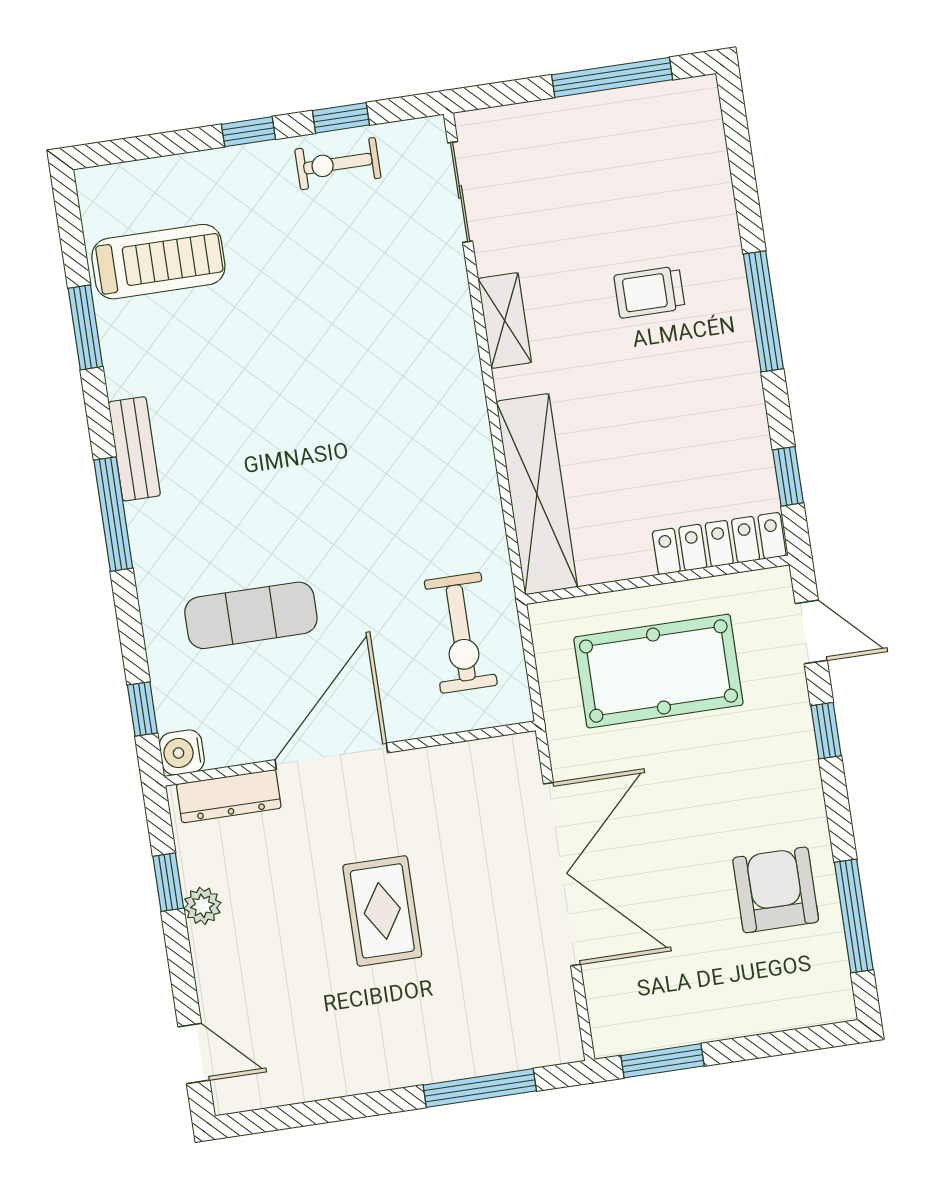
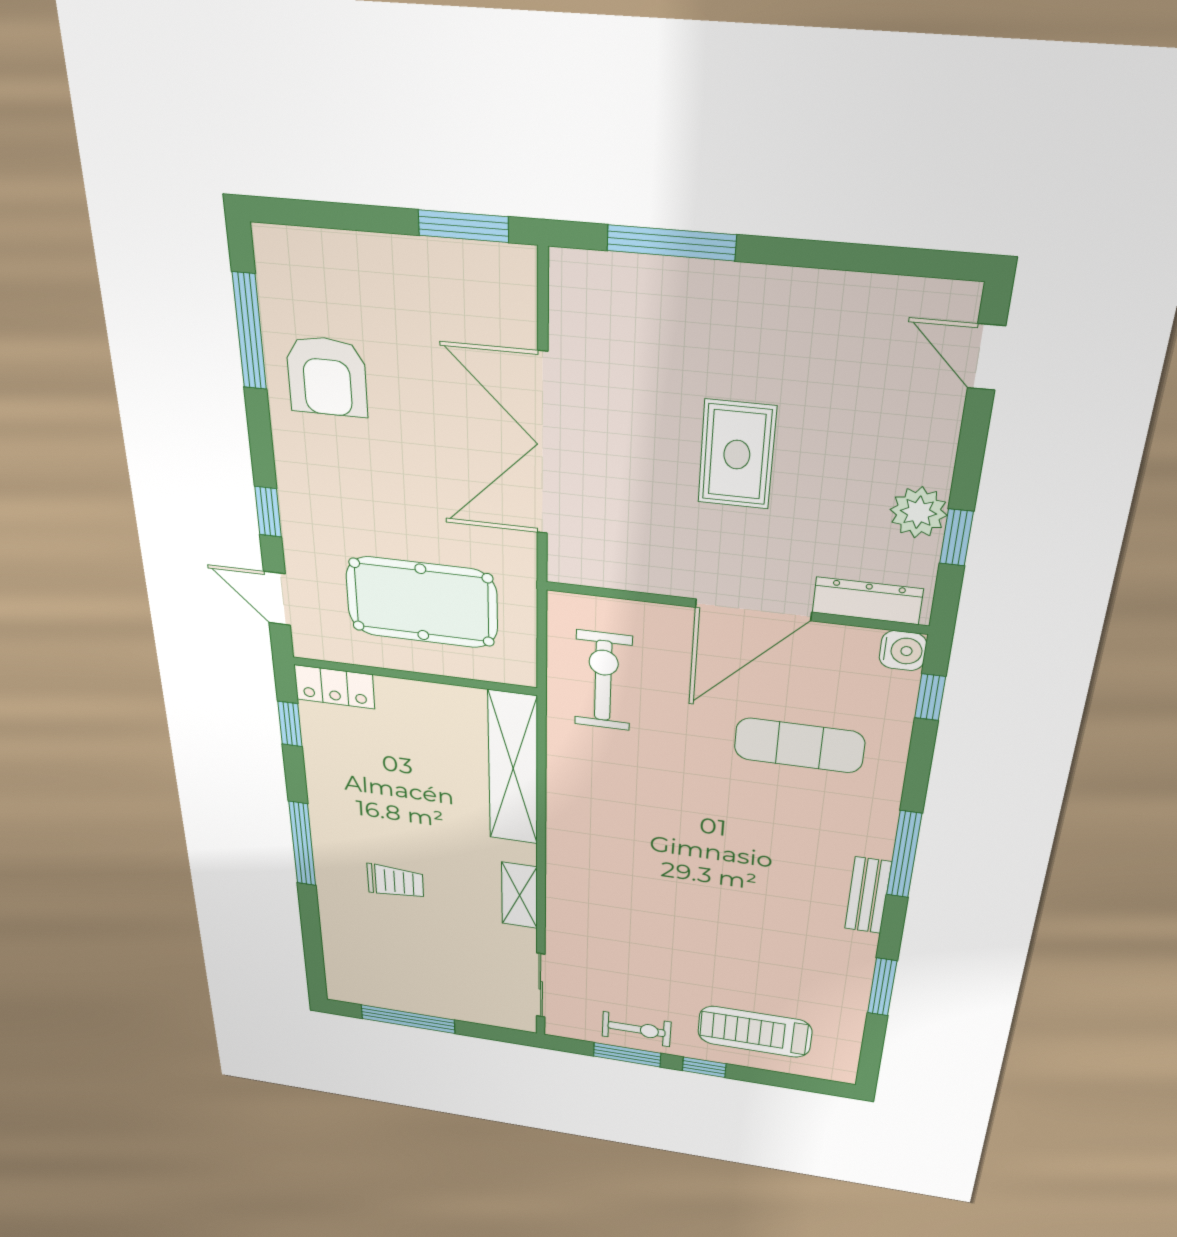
window: (341, 118) -> (627, 1055), width x1.50
treadmill: (158, 262) -> (755, 1032), moved
locker: (719, 544) -> (334, 687), width x0.66
plant: (202, 906) -> (918, 512), width x1.38, depth x1.38

